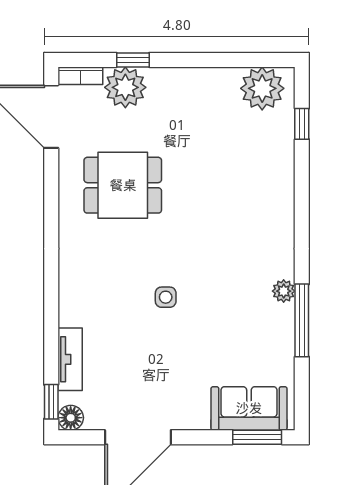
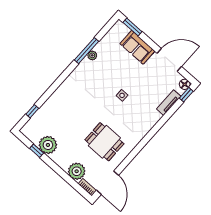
window: (133, 60) -> (37, 151), moved
plant: (262, 88) -> (48, 145), moved
plant: (284, 291) -> (92, 55), moved
sofa: (249, 408) -> (137, 47), moved

